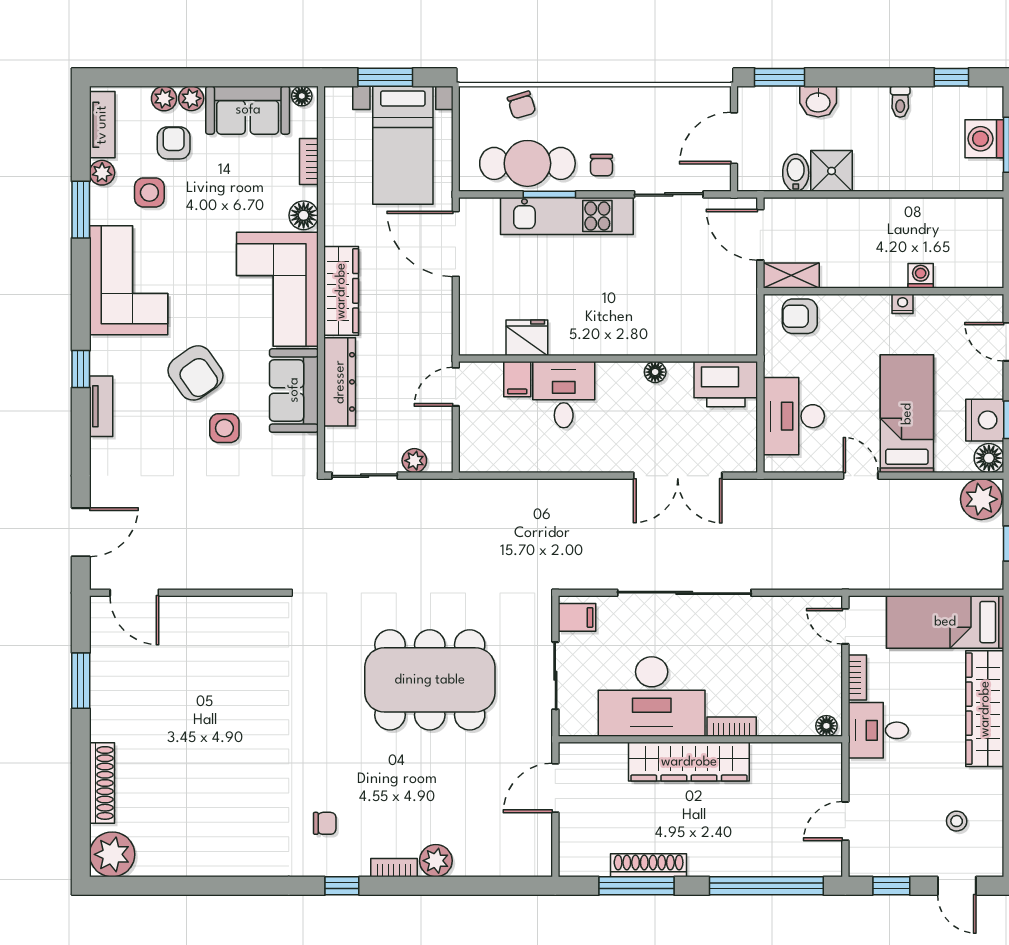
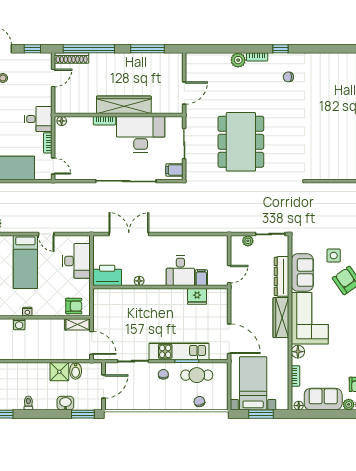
cafe table: (527, 163) -> (197, 375), width x0.73, depth x0.74
dining table: (430, 680) -> (241, 142), turned 90
shoe rack: (649, 865) -> (72, 58), moved

